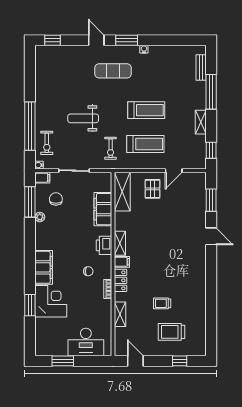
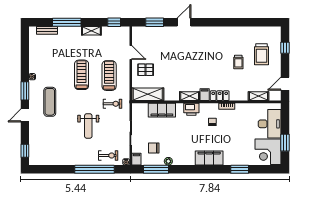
corner desk: (51, 301) -> (268, 152), moved, turned -90
shelving: (120, 314) -> (258, 96), moved

